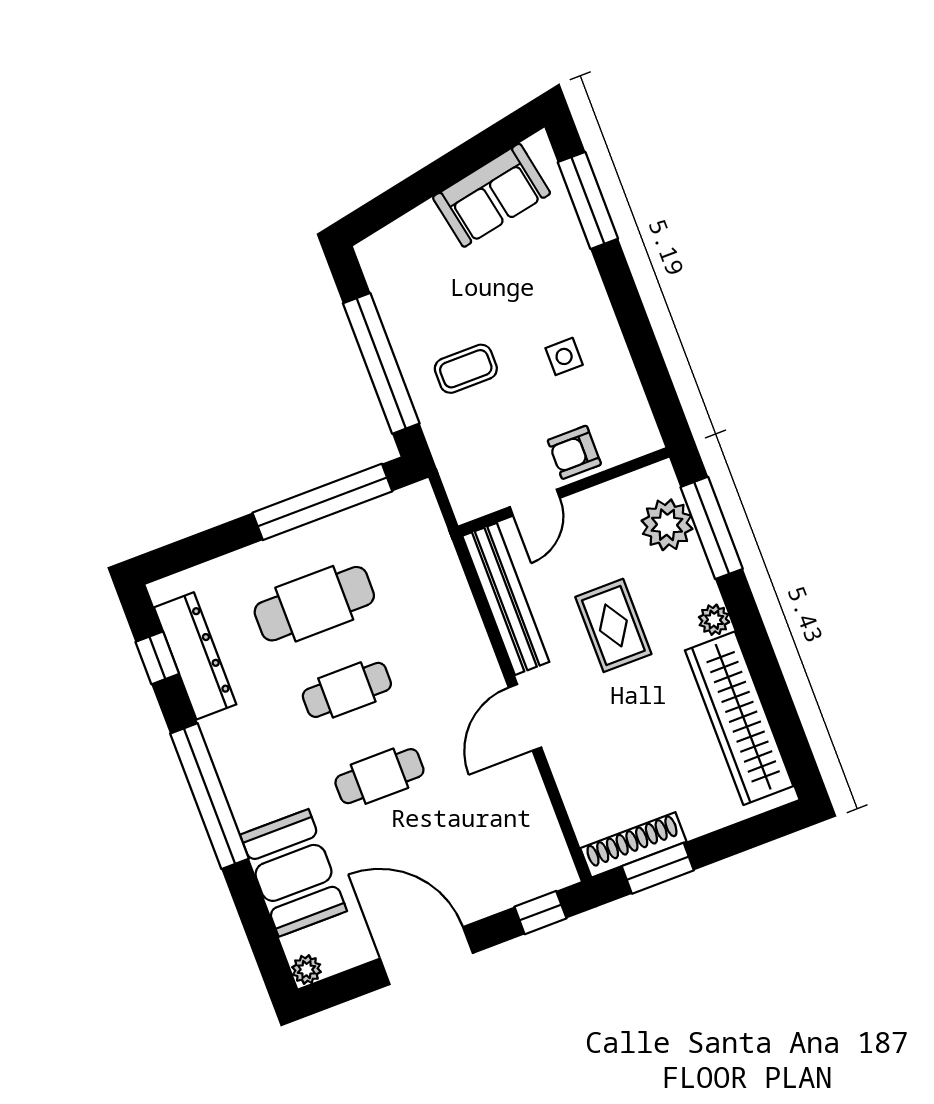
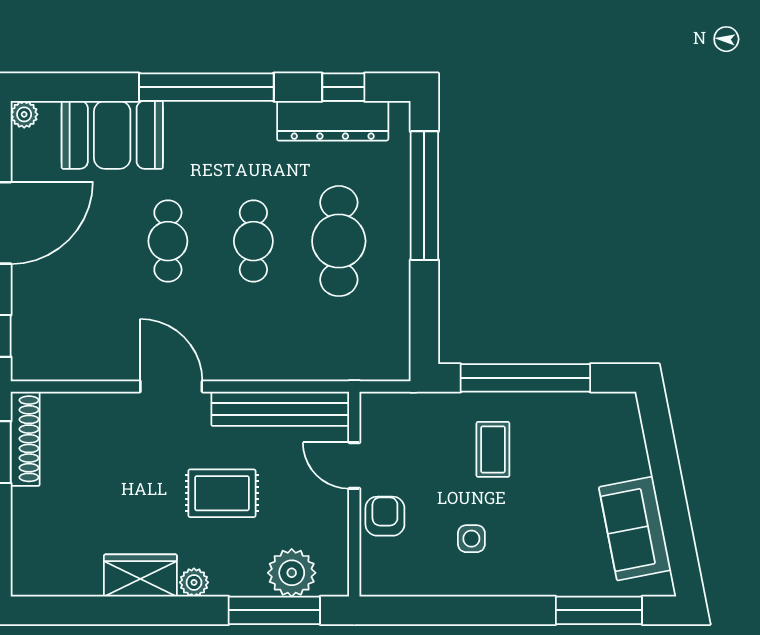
window: (322, 502) -> (424, 196), moved
wardrobe: (739, 718) -> (140, 576), width x0.48, depth x0.85

